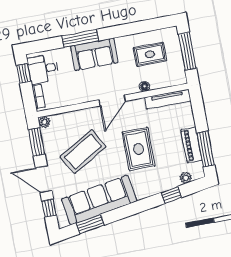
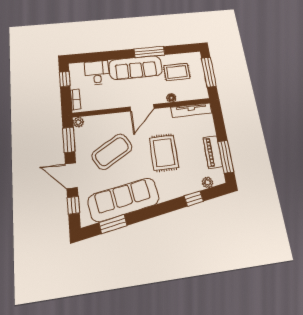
window: (80, 38) -> (149, 52), moved
sofa: (94, 54) -> (136, 68), width x1.36
desk: (43, 69) -> (97, 73), moved, turned 90

